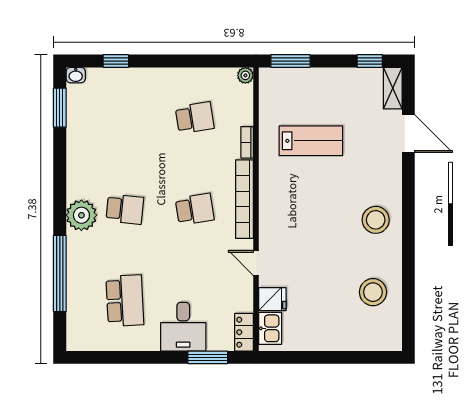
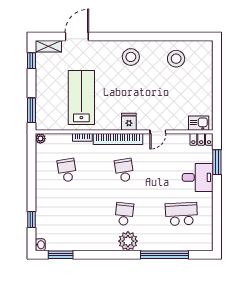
lab bench: (311, 141) -> (81, 98), width x1.36, depth x1.39
fridge: (272, 299) -> (129, 122), moved

